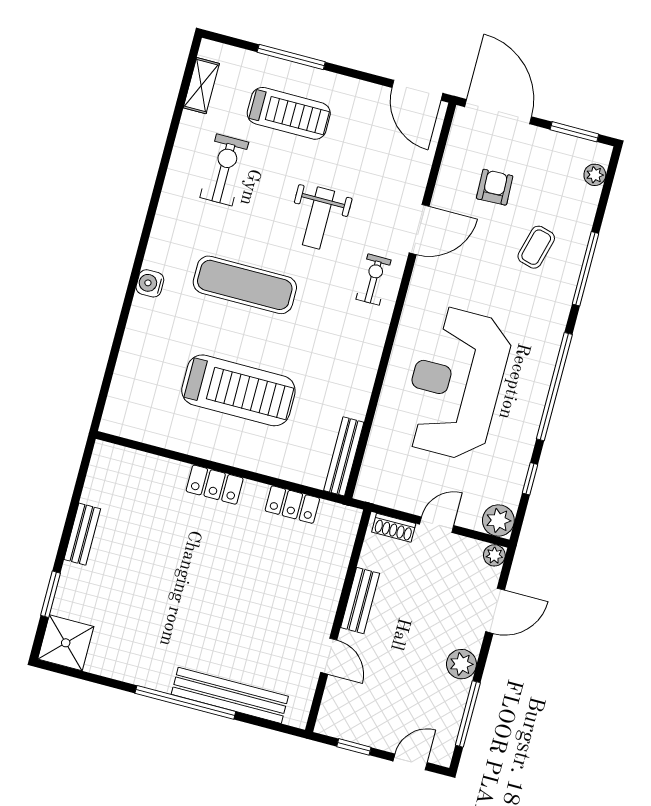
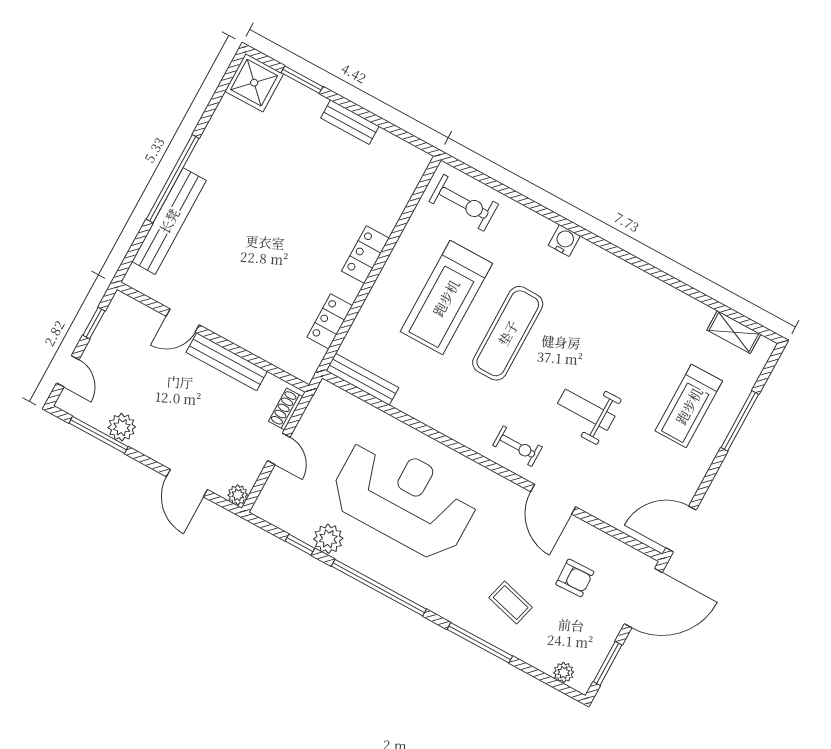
exercise bike: (224, 170) -> (464, 203), moved
exercise mat: (245, 285) -> (508, 333), moved
plant: (498, 520) -> (328, 539), moved
bench: (360, 600) -> (227, 362), width x1.36
plant: (461, 664) -> (122, 427), moved

